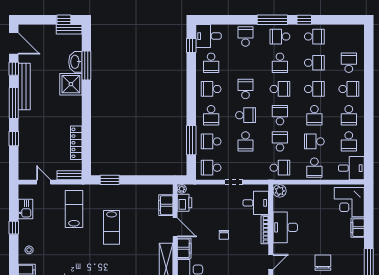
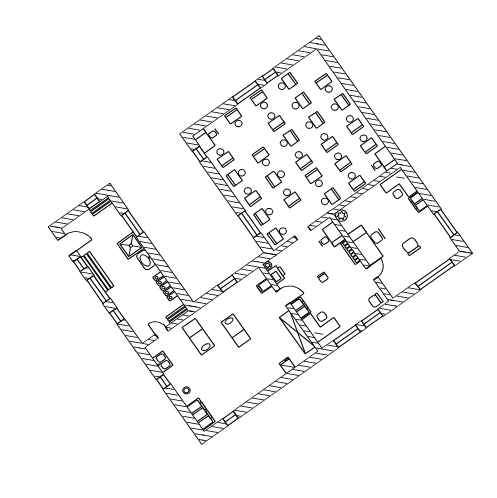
school desk: (280, 37) -> (261, 101), turned 90
washbasin: (75, 62) -> (146, 260), moved
school desk: (246, 115) -> (276, 177), turned 180
school desk: (280, 115) -> (302, 159), turned 180
school desk: (314, 141) -> (341, 161), turned -90
window: (110, 180) -> (228, 284), moved
filing cabinet: (166, 205) -> (264, 286), width x0.50
desk: (285, 227) -> (370, 242), width x1.36, depth x1.30

